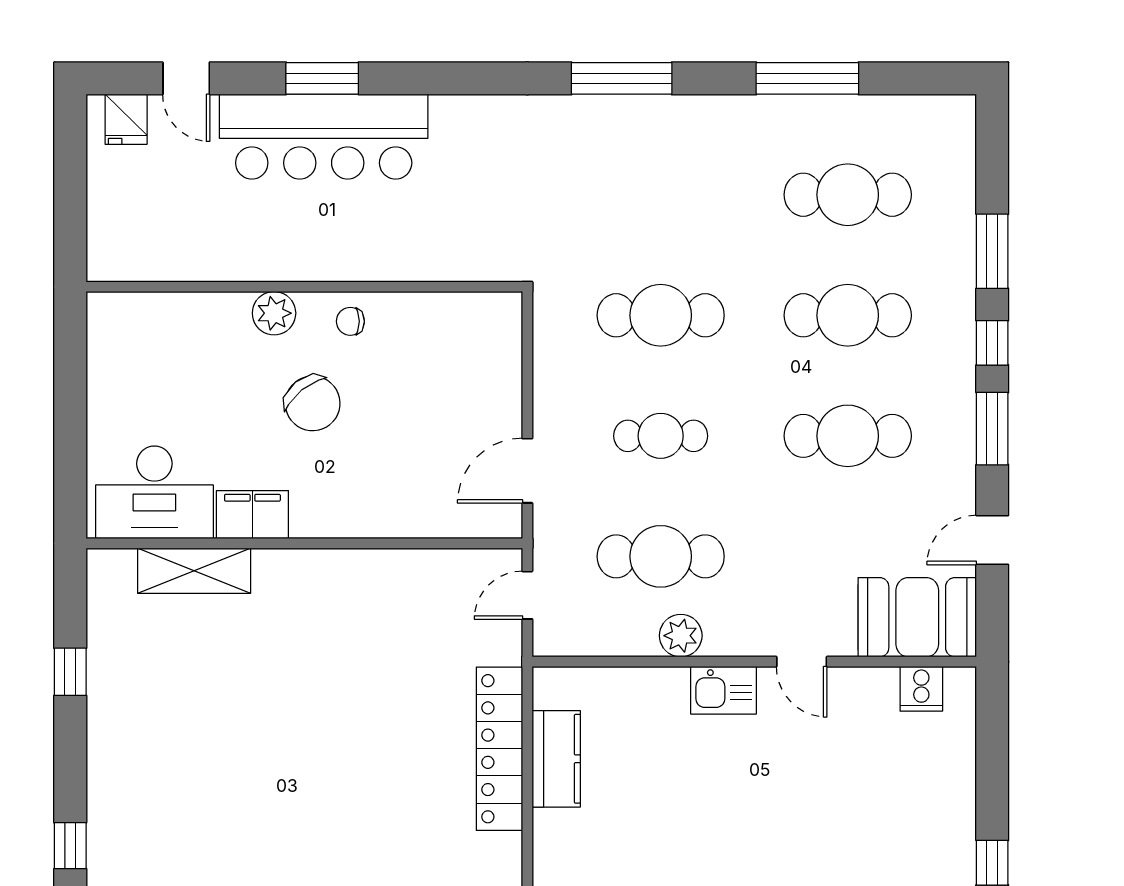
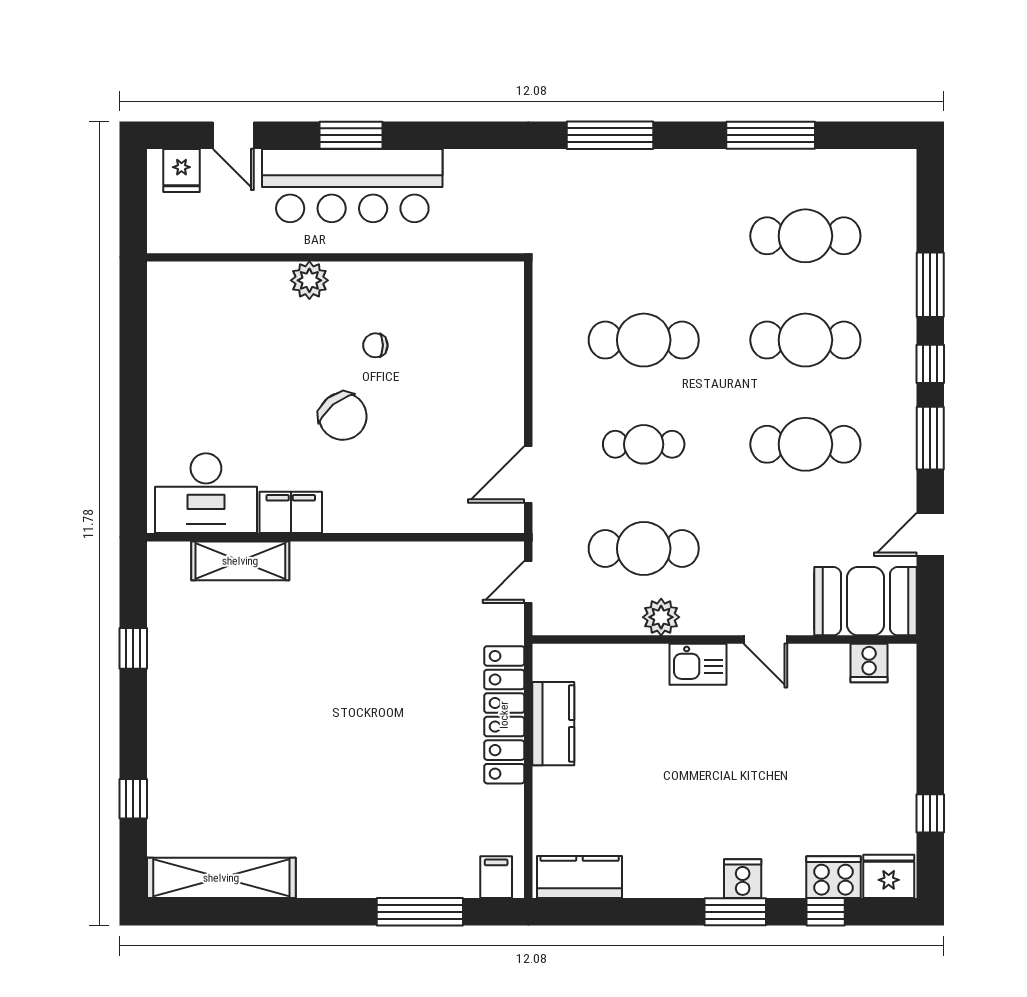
wall: (304, 287) -> (336, 257), moved
plant: (274, 313) -> (309, 280), moved

